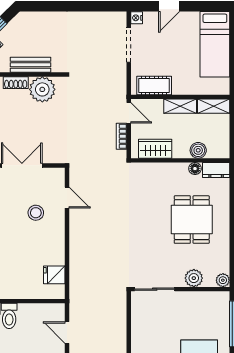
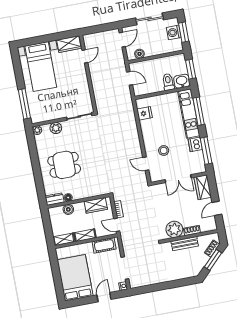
bed: (215, 44) -> (75, 278), width x1.50
dining table: (192, 220) -> (64, 165), turned 90

